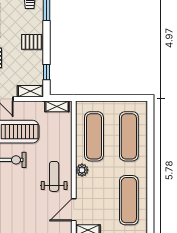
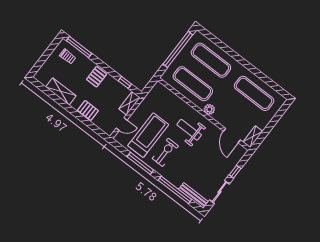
window: (115, 98) -> (178, 49), added
shelving: (57, 106) -> (153, 93), removed
weight bench: (54, 176) -> (189, 130), moved

